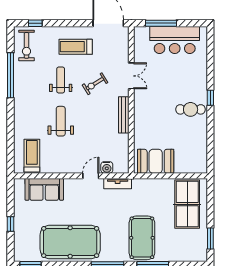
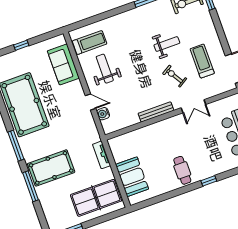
treadmill: (76, 47) -> (202, 61), moved
window: (210, 98) -> (209, 181), moved
weight bench: (61, 121) -> (105, 69), moved, turned -90
booth: (156, 161) -> (132, 177), moved
tv unit: (118, 184) -> (102, 155), moved

